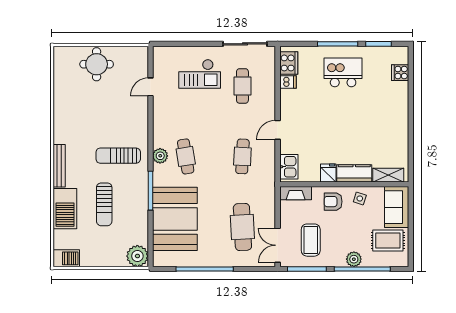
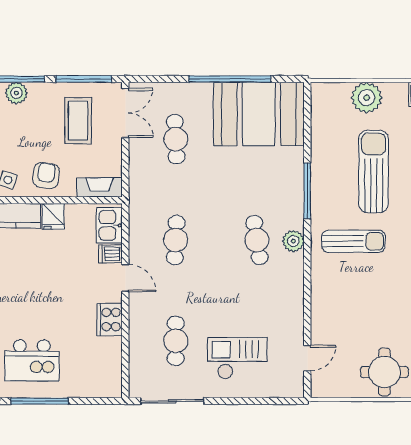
cooker: (289, 63) -> (110, 320), moved
dishwasher: (288, 82) -> (111, 254), moved
door: (150, 87) -> (307, 358), moved
door: (278, 130) -> (125, 278), hinge flipped
armchair: (333, 202) -> (46, 175), turned -82
sun lounger: (104, 204) -> (373, 172), width x1.36, depth x1.34
booth: (175, 219) -> (259, 114), moved, turned 90
cafe table: (242, 227) -> (176, 139), width x0.73, depth x0.74
plant: (137, 256) -> (367, 98), moved

